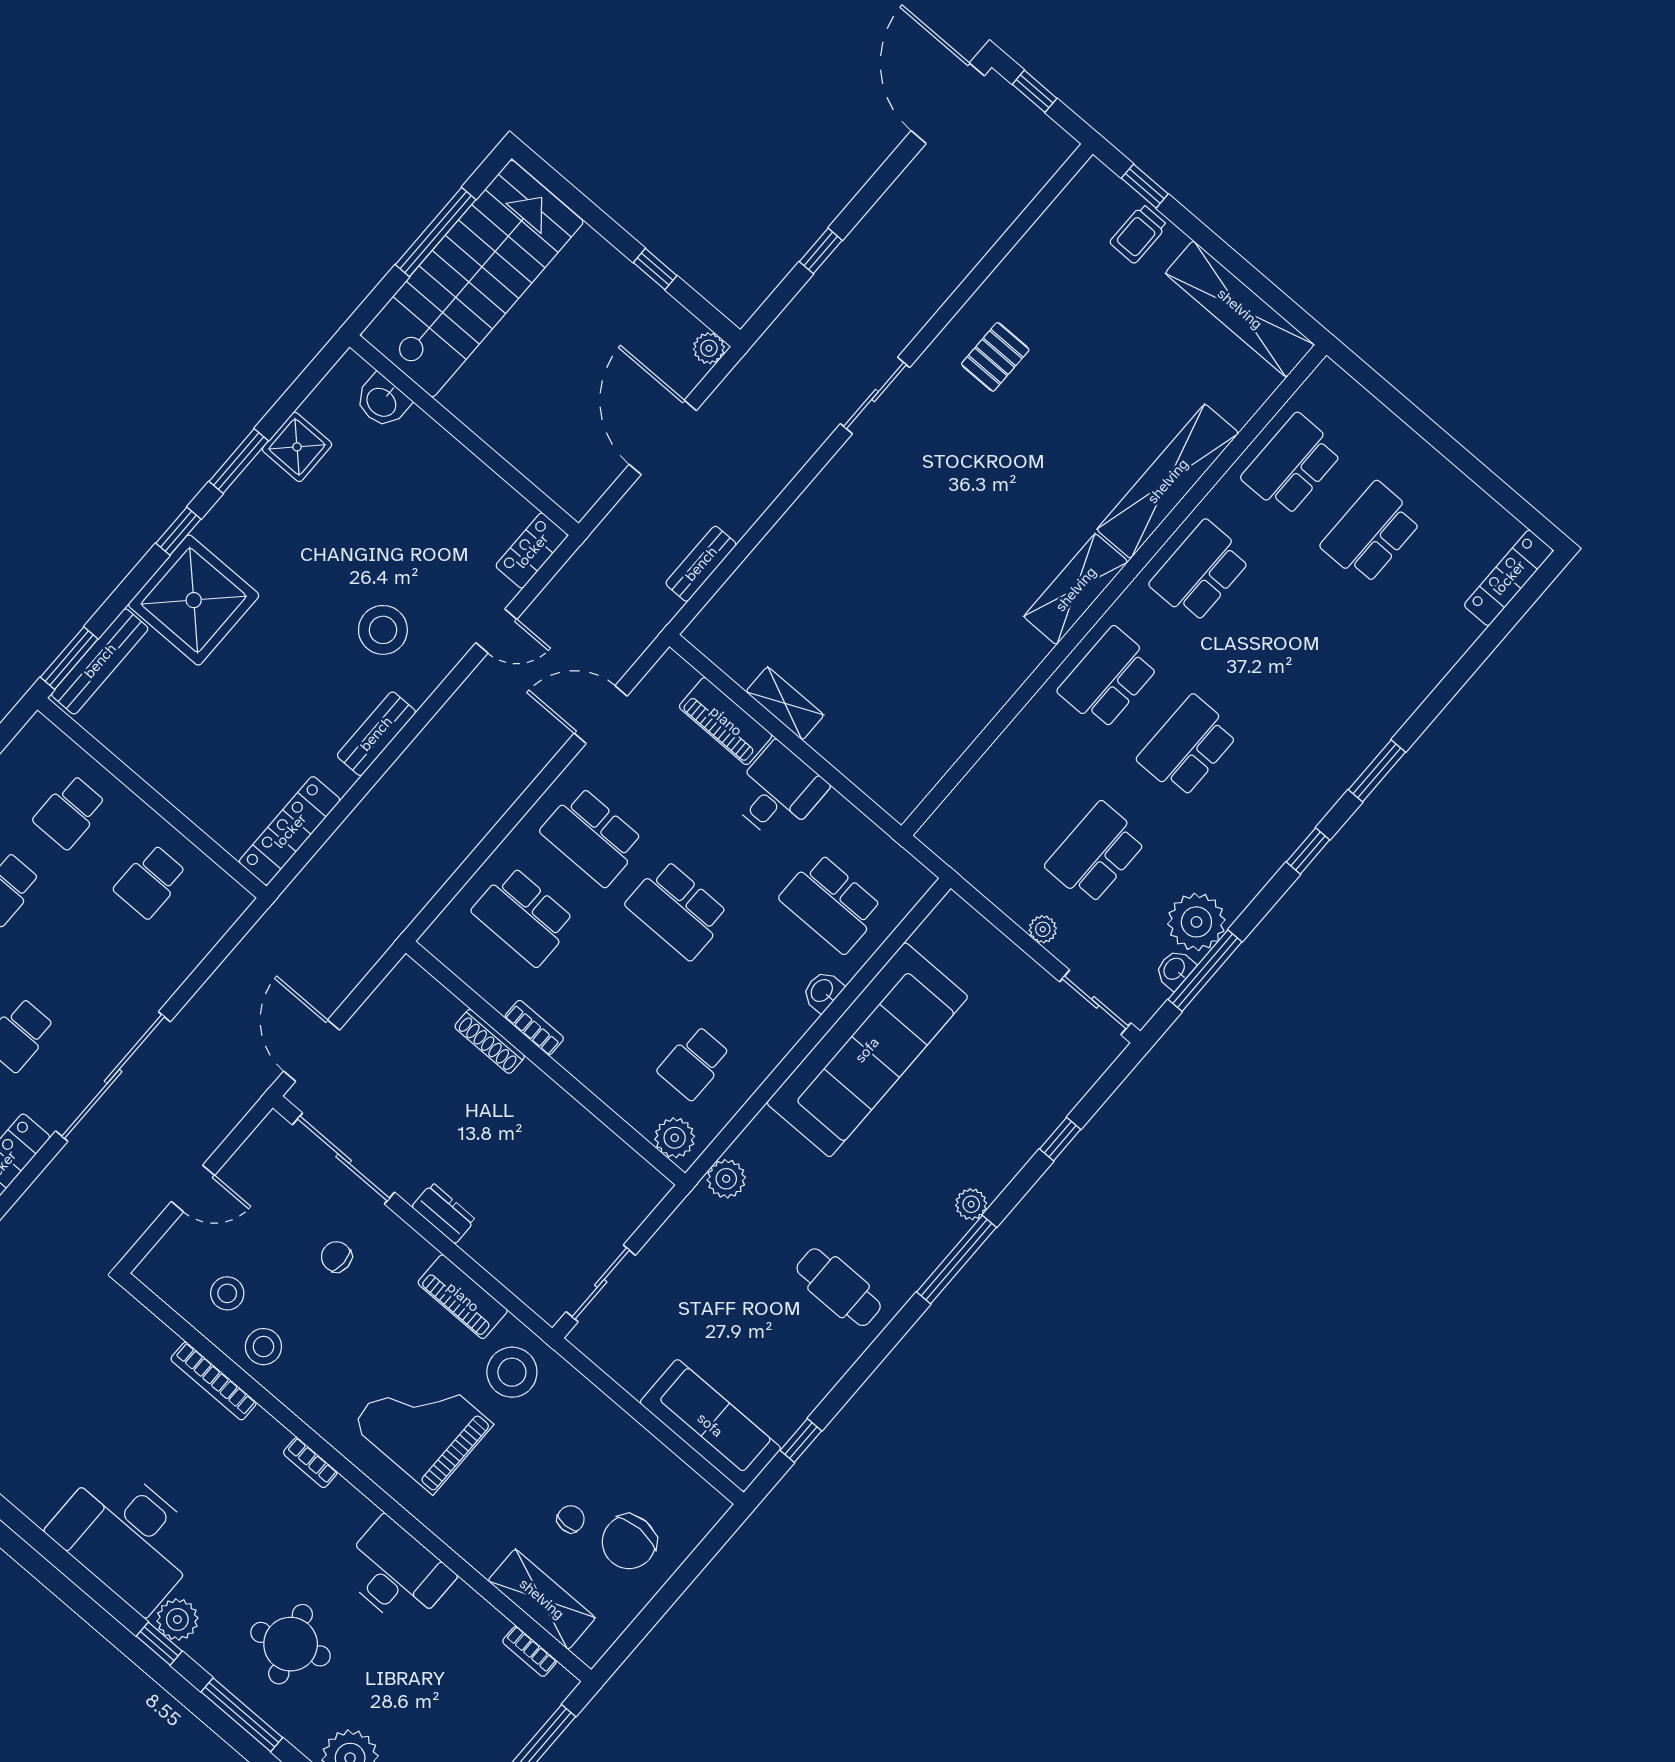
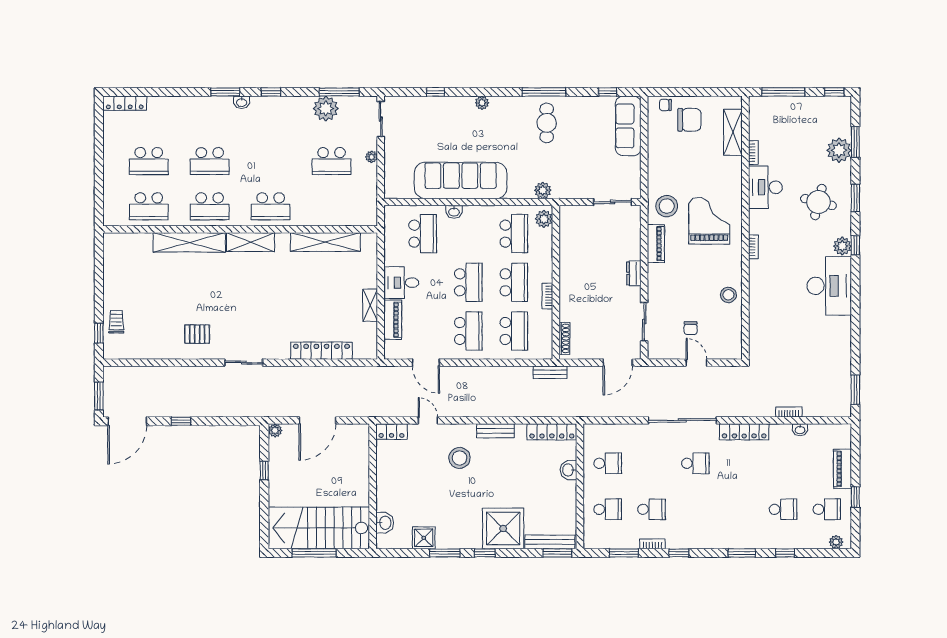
window: (1035, 91) -> (99, 396), width x1.50
trolley: (1138, 234) -> (116, 322), turned -90
window: (821, 251) -> (181, 421), moved
shelving: (1240, 309) -> (325, 242), moved, turned 90
locker: (779, 550) -> (321, 351), added
bench: (701, 564) -> (550, 372), moved
school desk: (1188, 746) -> (210, 161), moved
washbasin: (198, 802) -> (568, 470), added
washbasin: (1175, 969) -> (242, 102), moved
school desk: (609, 990) -> (514, 282), added
shoe rack: (490, 1041) -> (564, 338), moved
school desk: (694, 1063) -> (514, 234), width x1.85
sliding door: (344, 1159) -> (644, 322), width x0.73
chair: (336, 1257) -> (691, 328), moved
window: (956, 1260) -> (544, 92), moved
stool: (227, 1293) -> (721, 322), removed
bookcase: (214, 1381) -> (754, 301), removed
grand piano: (422, 1425) -> (709, 221), turned 180
chair: (571, 1519) -> (665, 105), moved
round table: (291, 1644) -> (818, 202), turned 33
bookcase: (530, 1651) -> (753, 153), moved
window: (242, 1715) -> (855, 198), width x0.69

